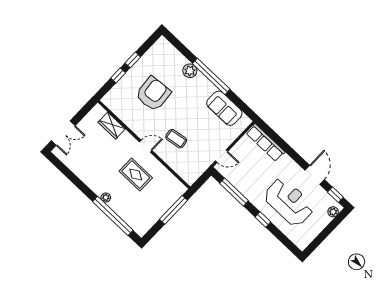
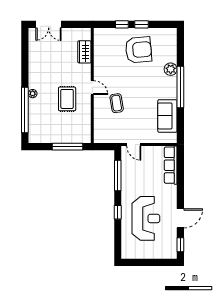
armchair: (153, 94) -> (138, 50), moved
plant: (333, 212) -> (167, 254), removed

